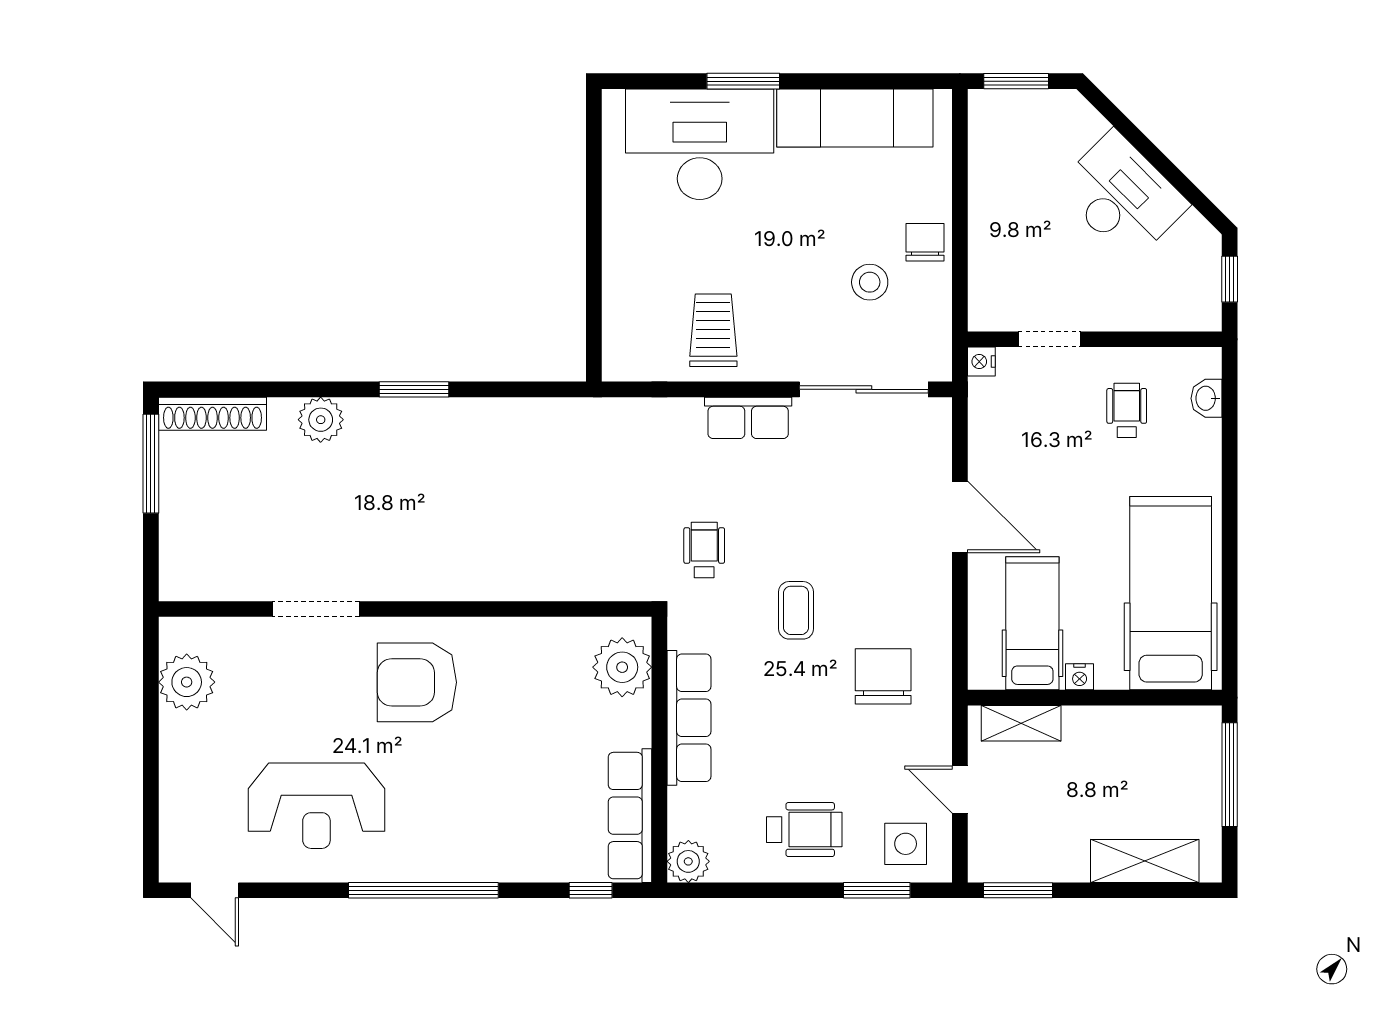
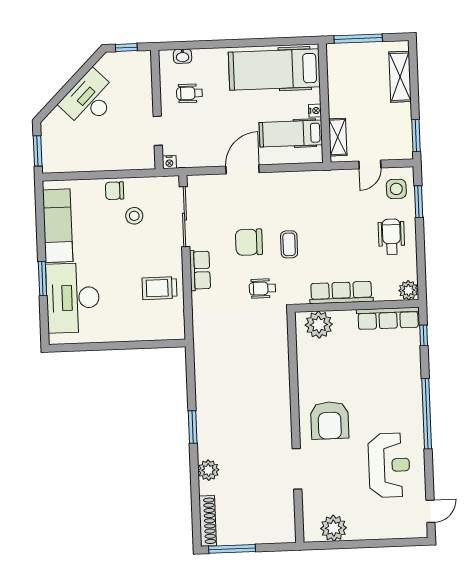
coffee table: (796, 610) -> (289, 244), turned 90
chair: (883, 676) -> (249, 242), moved

